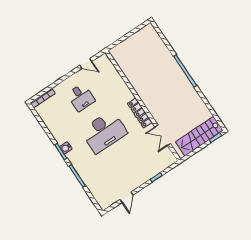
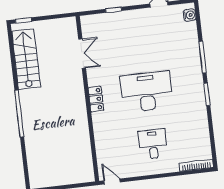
door: (86, 63) -> (112, 181), moved
locker: (140, 113) -> (96, 99), width x0.66
stairs: (199, 136) -> (26, 59), moved, turned -90
water cooler: (66, 148) -> (190, 15), moved

